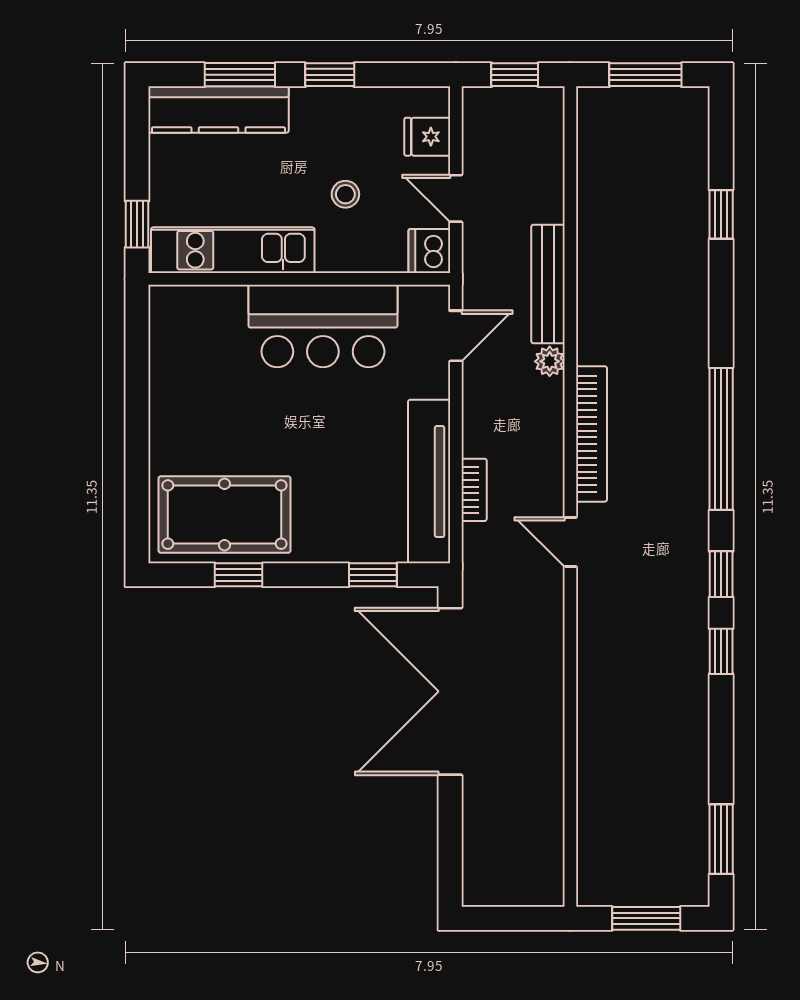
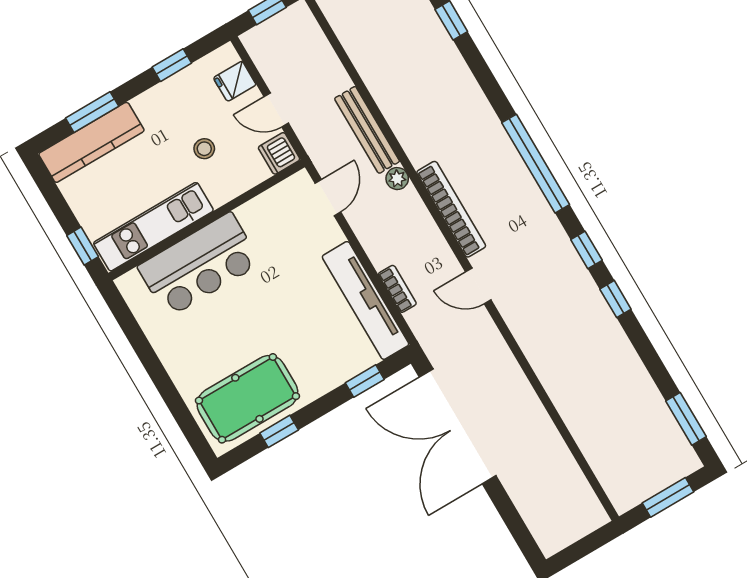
window: (330, 75) -> (172, 65), moved
bar counter: (323, 326) -> (199, 265), moved

